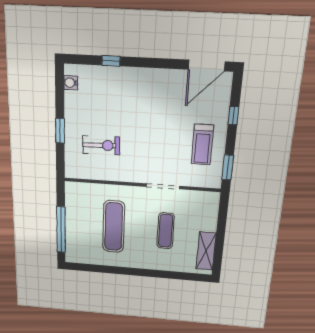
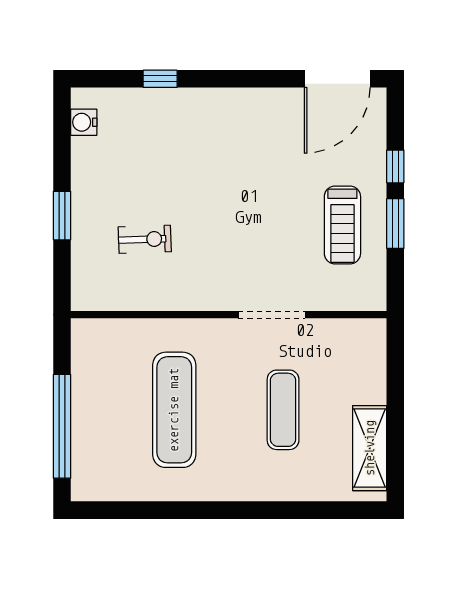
exercise bike: (101, 145) -> (145, 239), width x0.73, depth x0.72
window: (228, 167) -> (395, 224), moved

